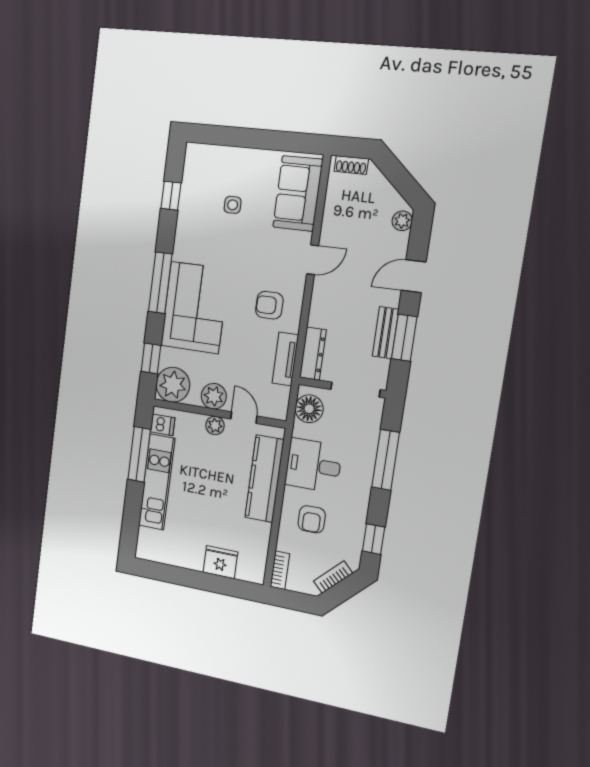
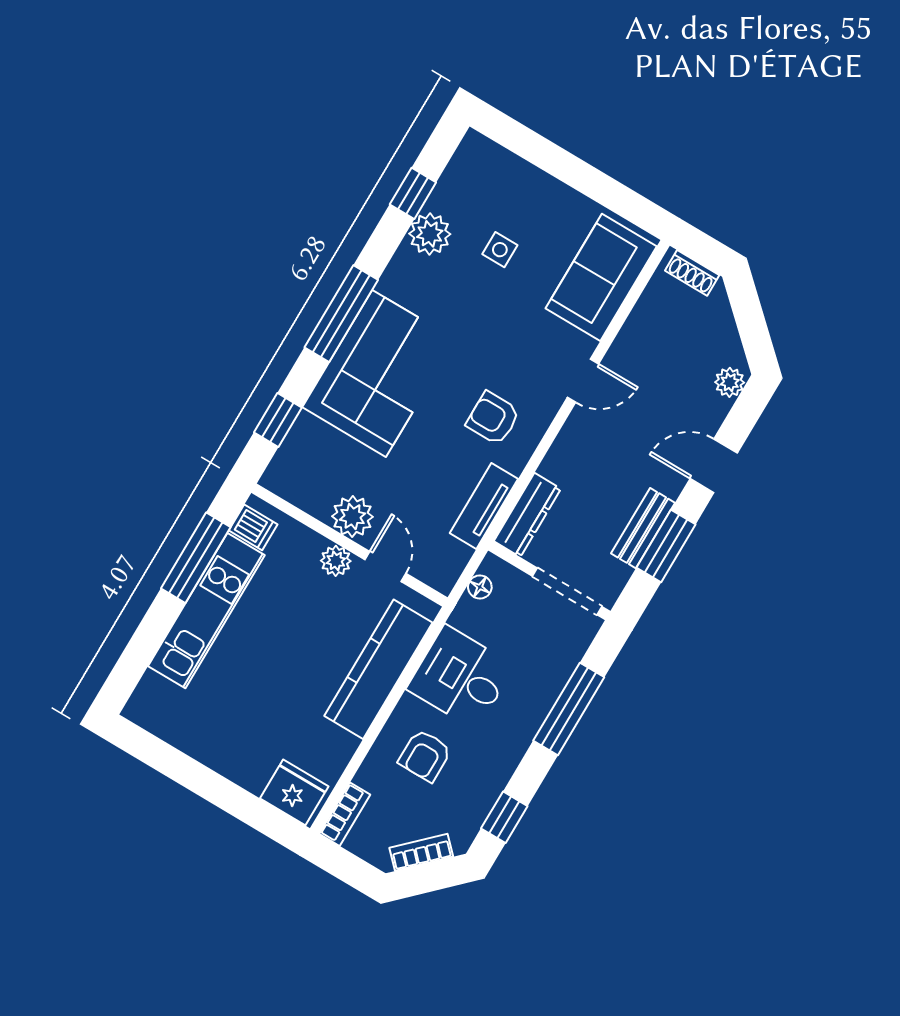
plant: (173, 385) -> (430, 234), moved, width x0.73, depth x0.73
floor lamp: (309, 409) -> (480, 587), width x0.53, depth x0.53
fridge: (220, 562) -> (294, 792), moved

